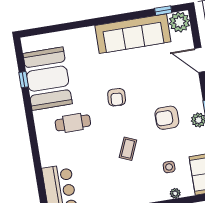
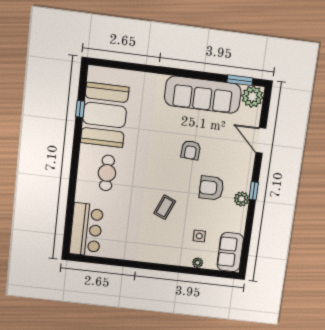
window: (163, 11) -> (240, 80), width x1.50
armchair: (117, 97) -> (191, 150), moved
cafe table: (73, 123) -> (107, 173), moved, turned 90

